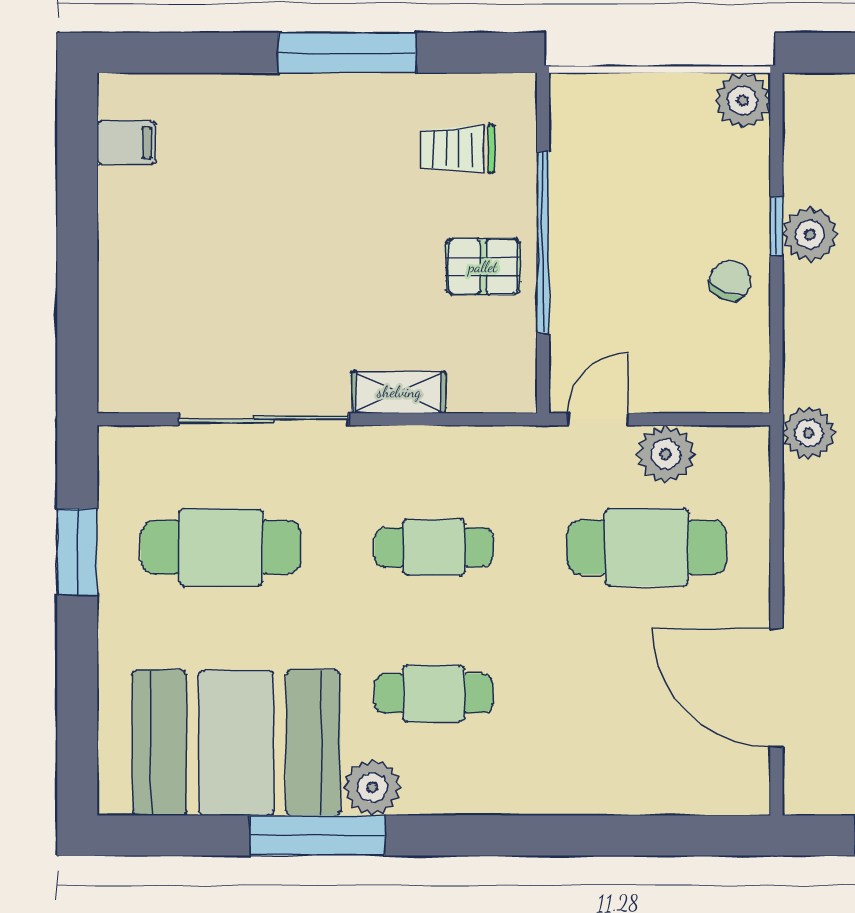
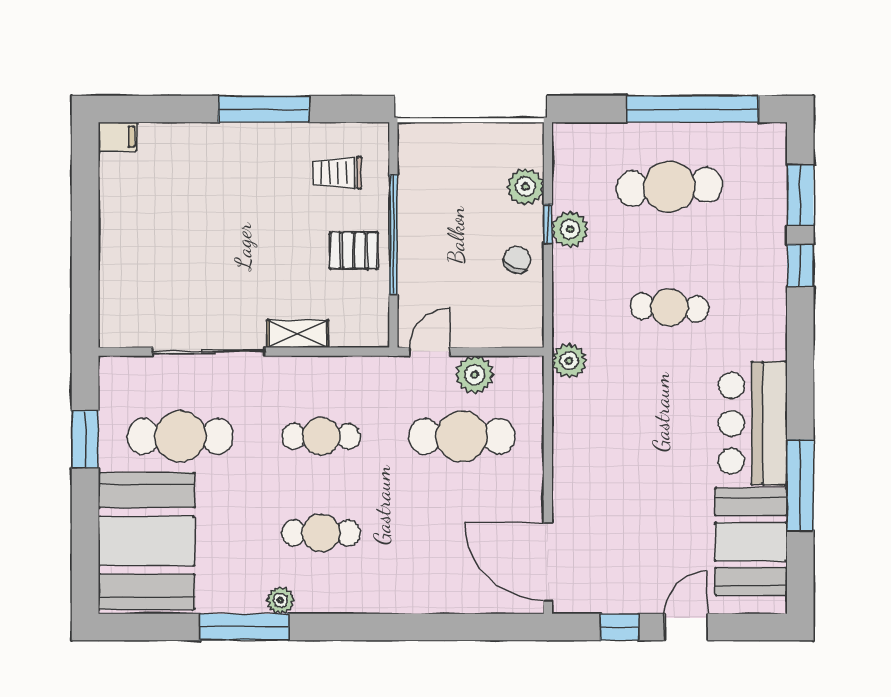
plant: (743, 100) -> (525, 187), moved
filing cabinet: (126, 143) -> (118, 137), moved
door: (776, 688) -> (548, 562), moved
booth: (236, 743) -> (146, 541), moved, turned 90
plant: (372, 787) -> (280, 600), width x0.73, depth x0.73

